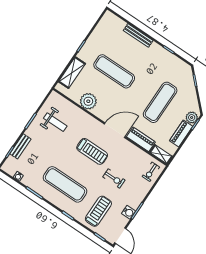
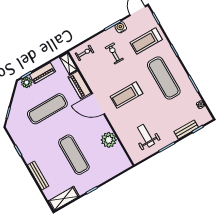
shelving: (72, 73) -> (64, 199), moved
treadmill: (92, 151) -> (127, 95), turned -90
exercise bike: (114, 178) -> (114, 53), moved

